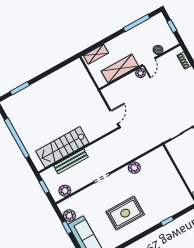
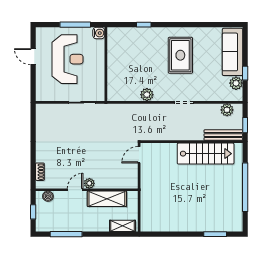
boiler: (158, 50) -> (48, 196), moved
bench: (71, 161) -> (223, 135), moved
rug: (125, 213) -> (180, 55), turned 90

